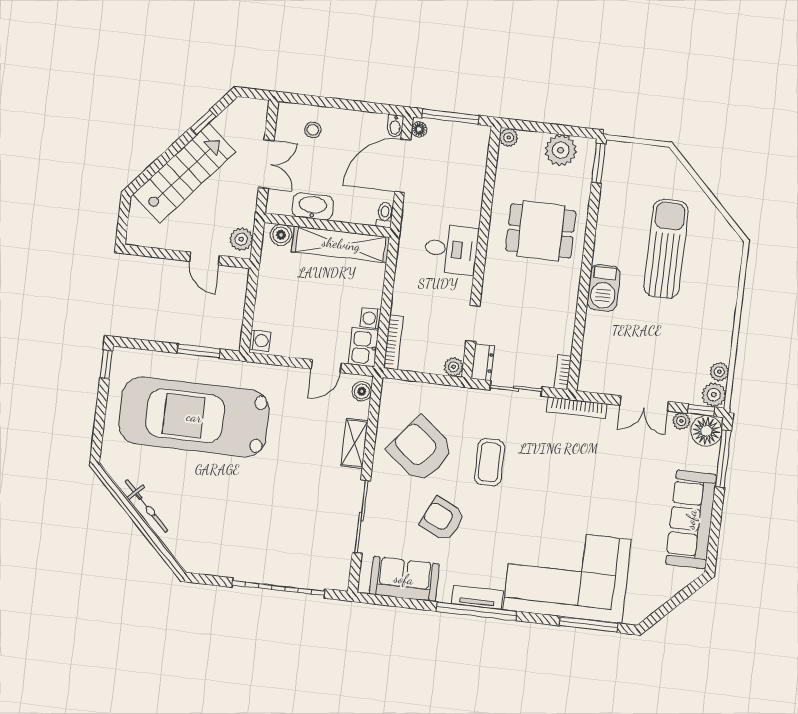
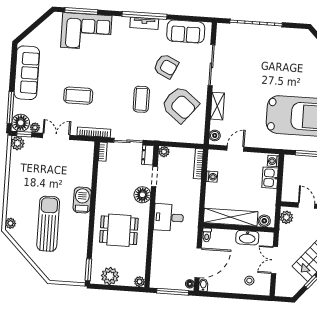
sun lounger: (666, 249) -> (48, 224), turned 180
floor lamp: (496, 292) -> (142, 195), added
kitchen sink: (363, 347) -> (270, 178), moved, turned 180
plant: (719, 372) -> (10, 223), moved
coffee table: (601, 474) -> (78, 96), added
corner sofa: (567, 575) -> (86, 32), width x0.73, depth x0.74

